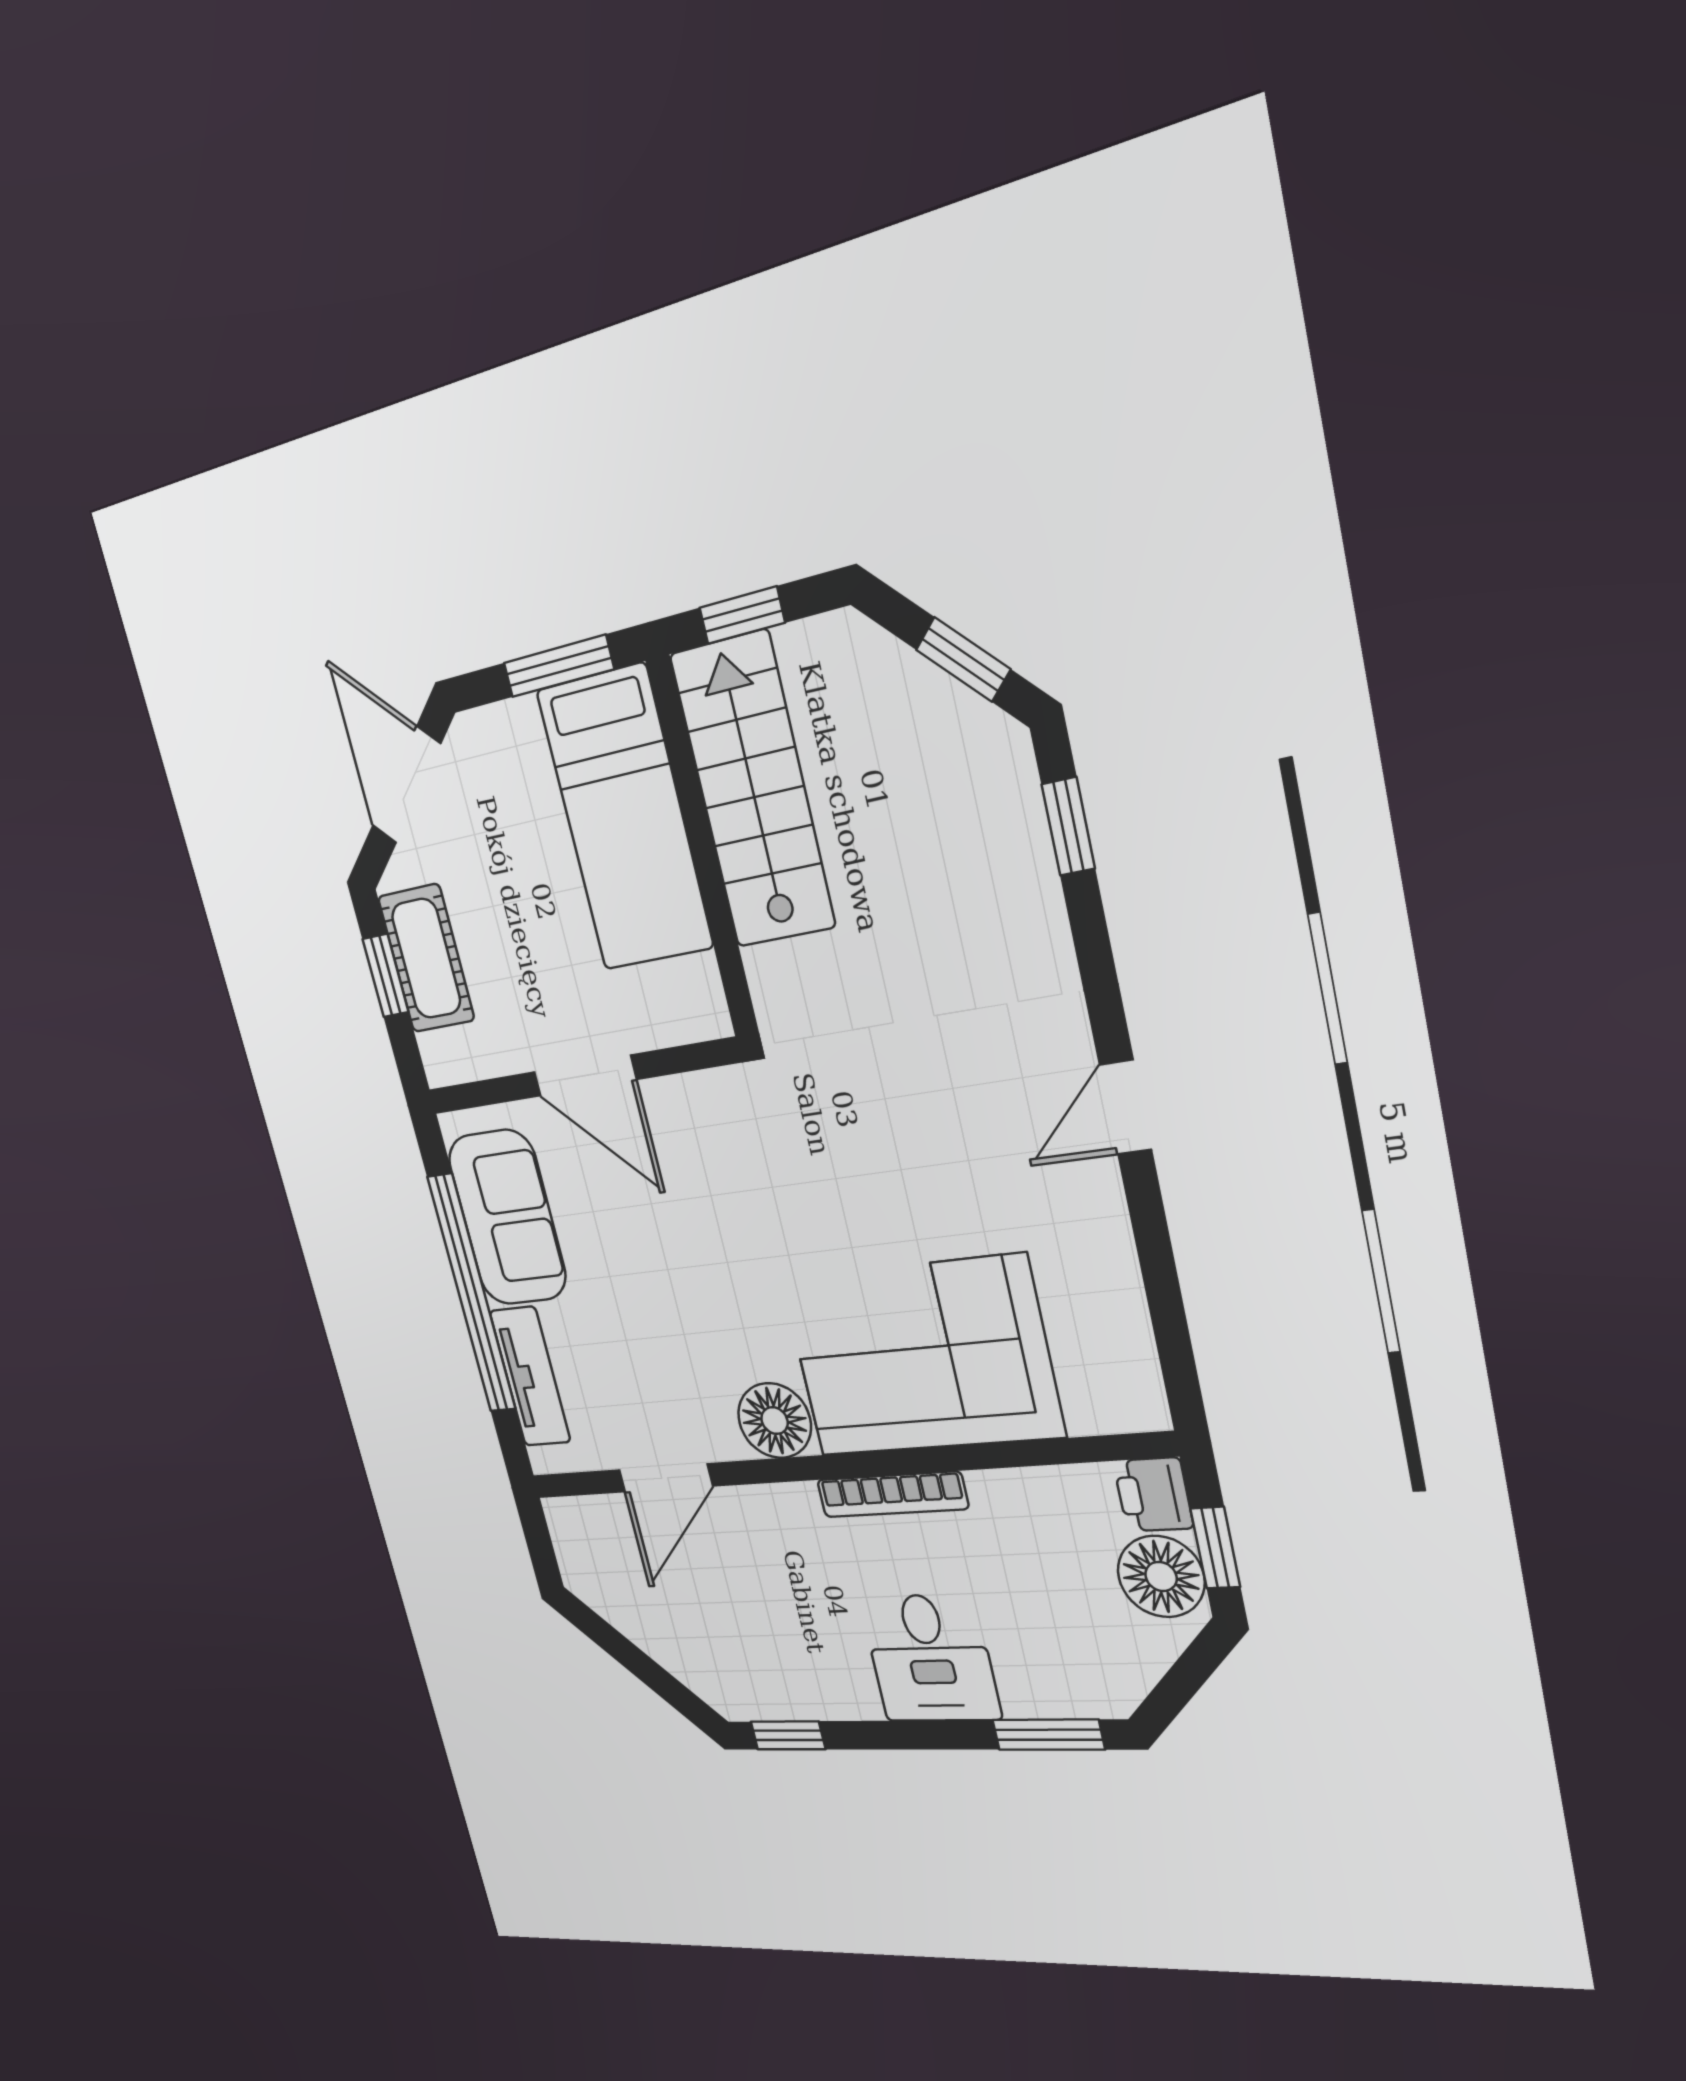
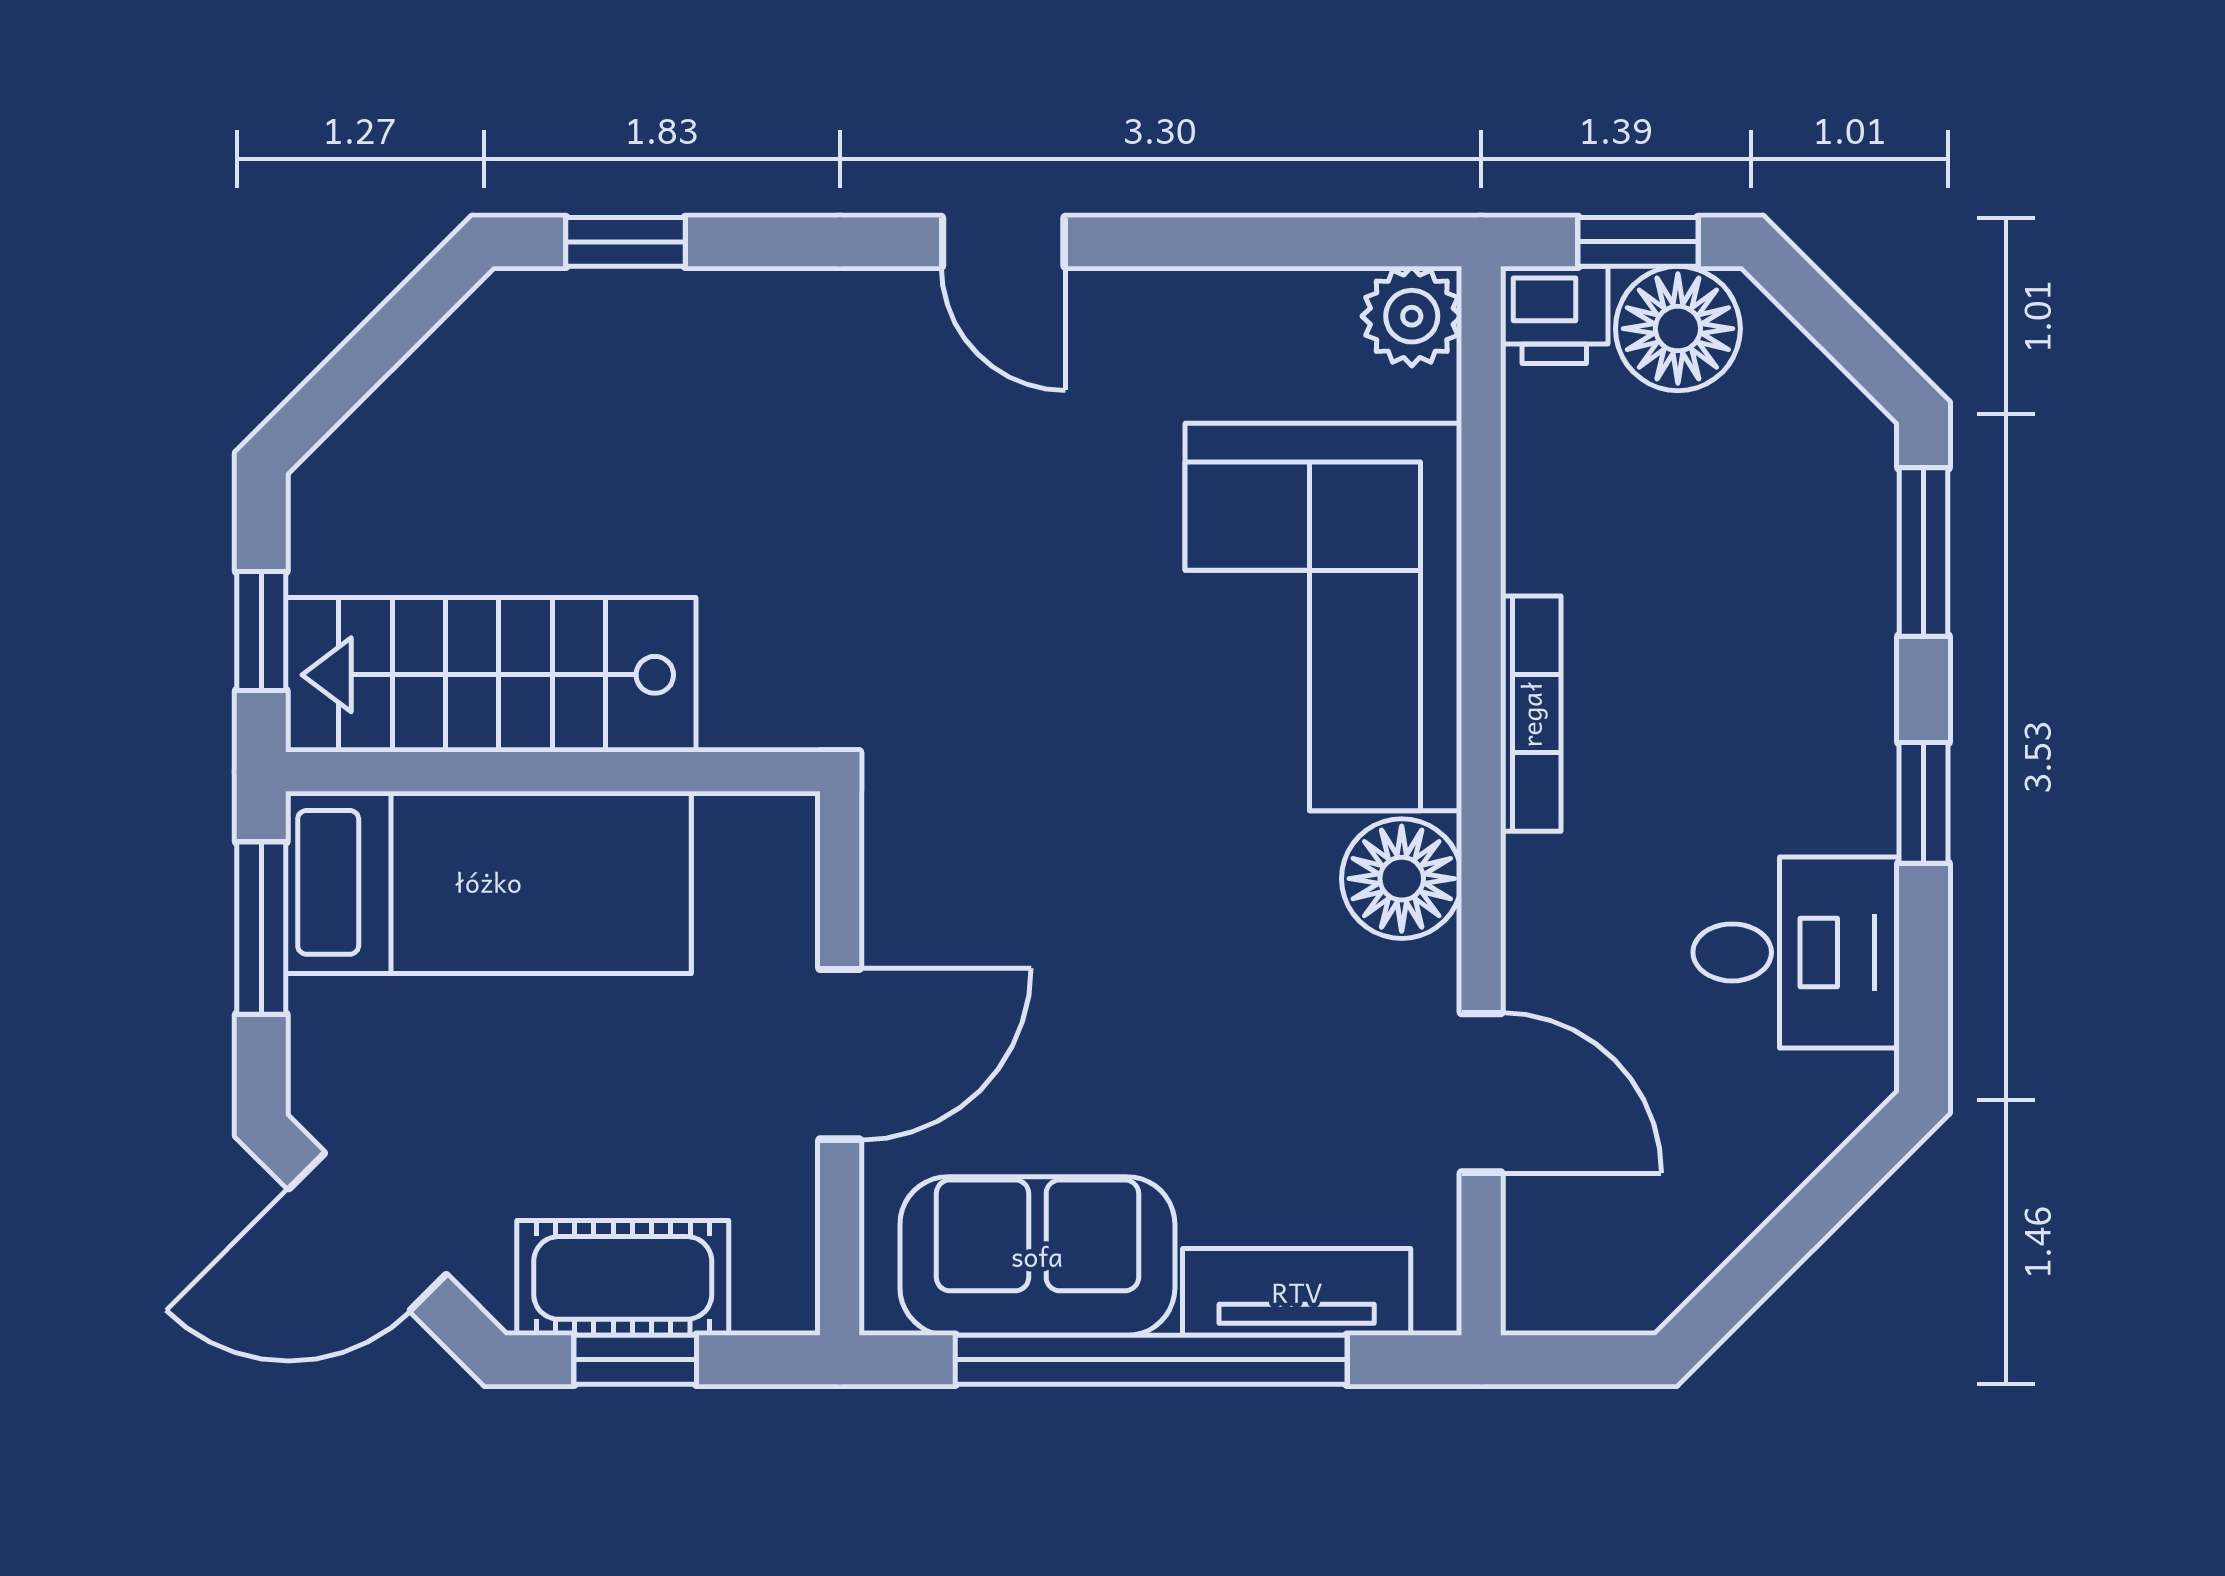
window: (963, 659) -> (388, 336), removed
plant: (1132, 1399) -> (1412, 316), added
desk: (930, 1658) -> (1796, 952), moved
window: (788, 1735) -> (1923, 803), moved

